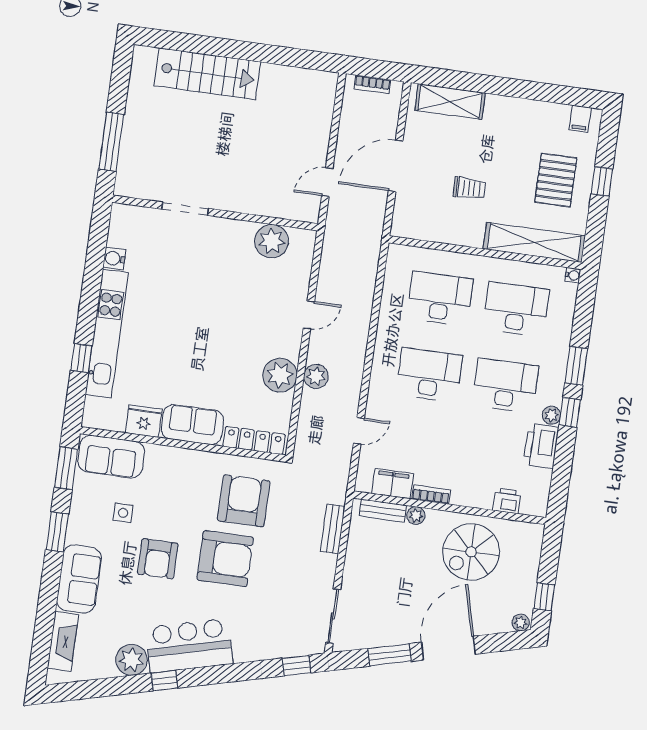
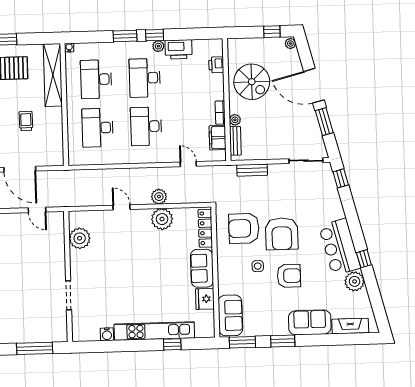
side table: (123, 513) -> (258, 266), moved
armchair: (225, 559) -> (282, 234), turned 180

